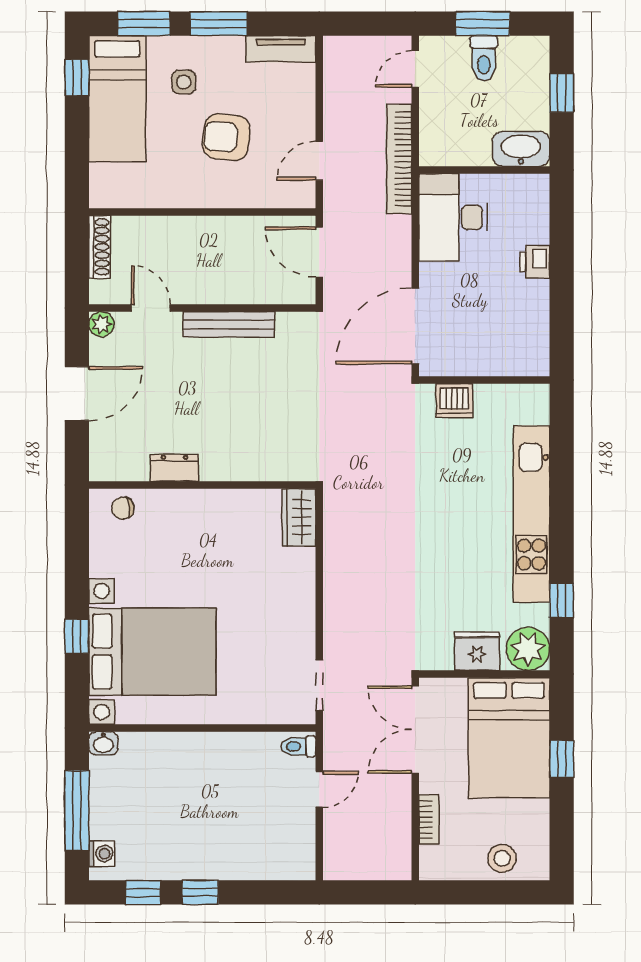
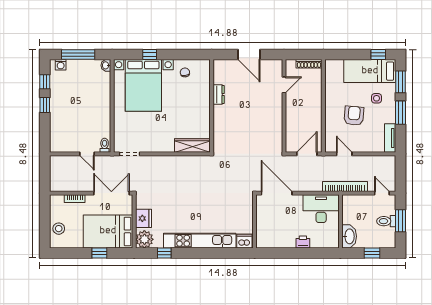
plant: (101, 324) -> (277, 65), removed
bench: (229, 324) -> (277, 117), removed
dishwasher: (454, 401) -> (244, 241), moved, turned 90
chair: (123, 508) -> (185, 72), moved
wardrobe: (299, 517) -> (192, 145), width x1.50

